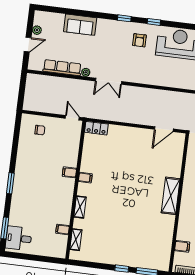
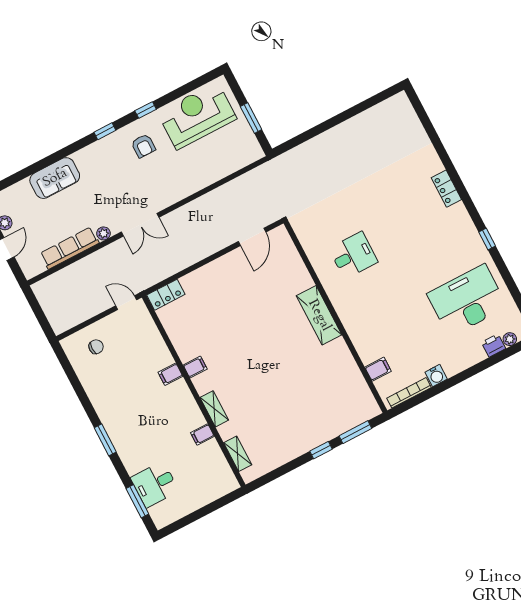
filing cabinet: (63, 229) -> (202, 435), moved
desk: (19, 238) -> (155, 484), moved

